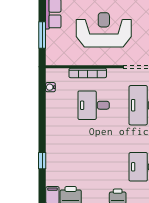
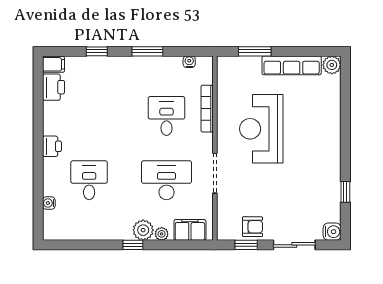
reception desk: (104, 30) -> (261, 129), turned 180
window: (42, 121) -> (147, 51), added

